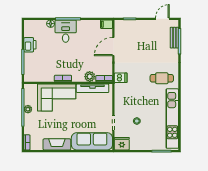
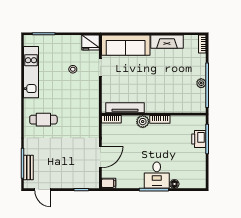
door: (162, 19) -> (43, 190), hinge flipped
printer: (30, 45) -> (199, 139), moved
plant: (90, 77) -> (143, 122), moved
dishwasher: (121, 78) -> (92, 120), removed
corner sofa: (57, 97) -> (167, 97), removed
kitchen unit: (172, 119) -> (31, 72), width x0.73

